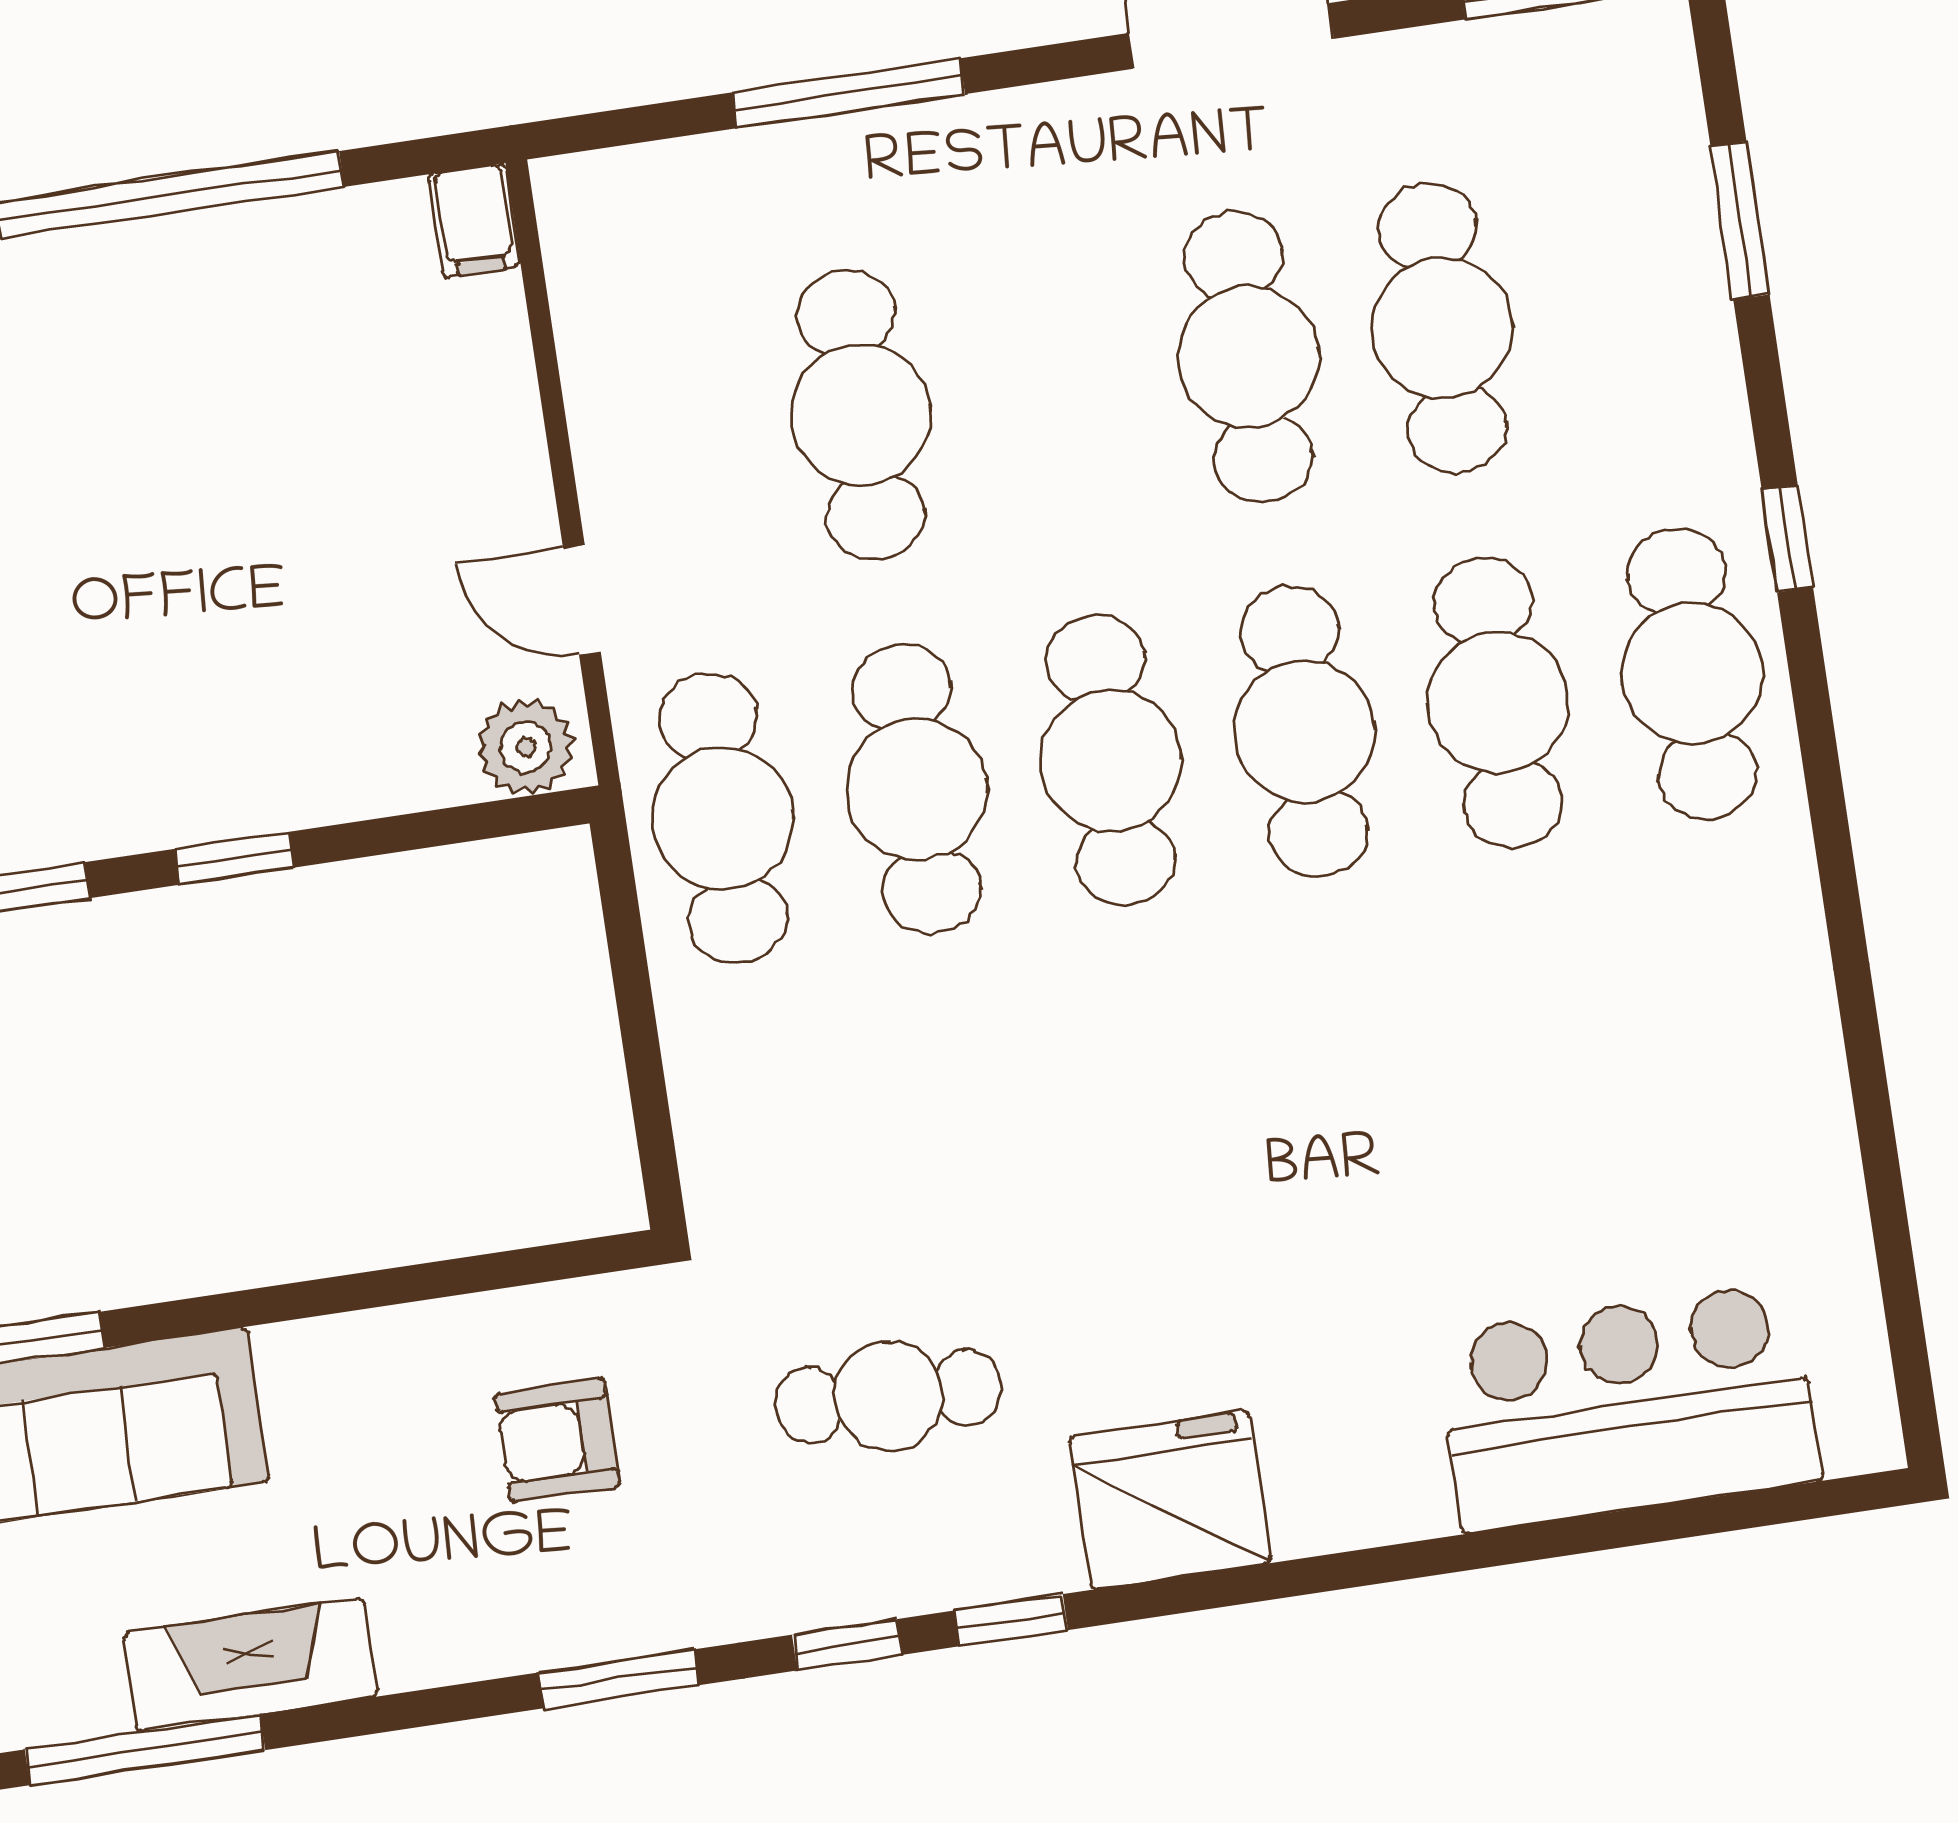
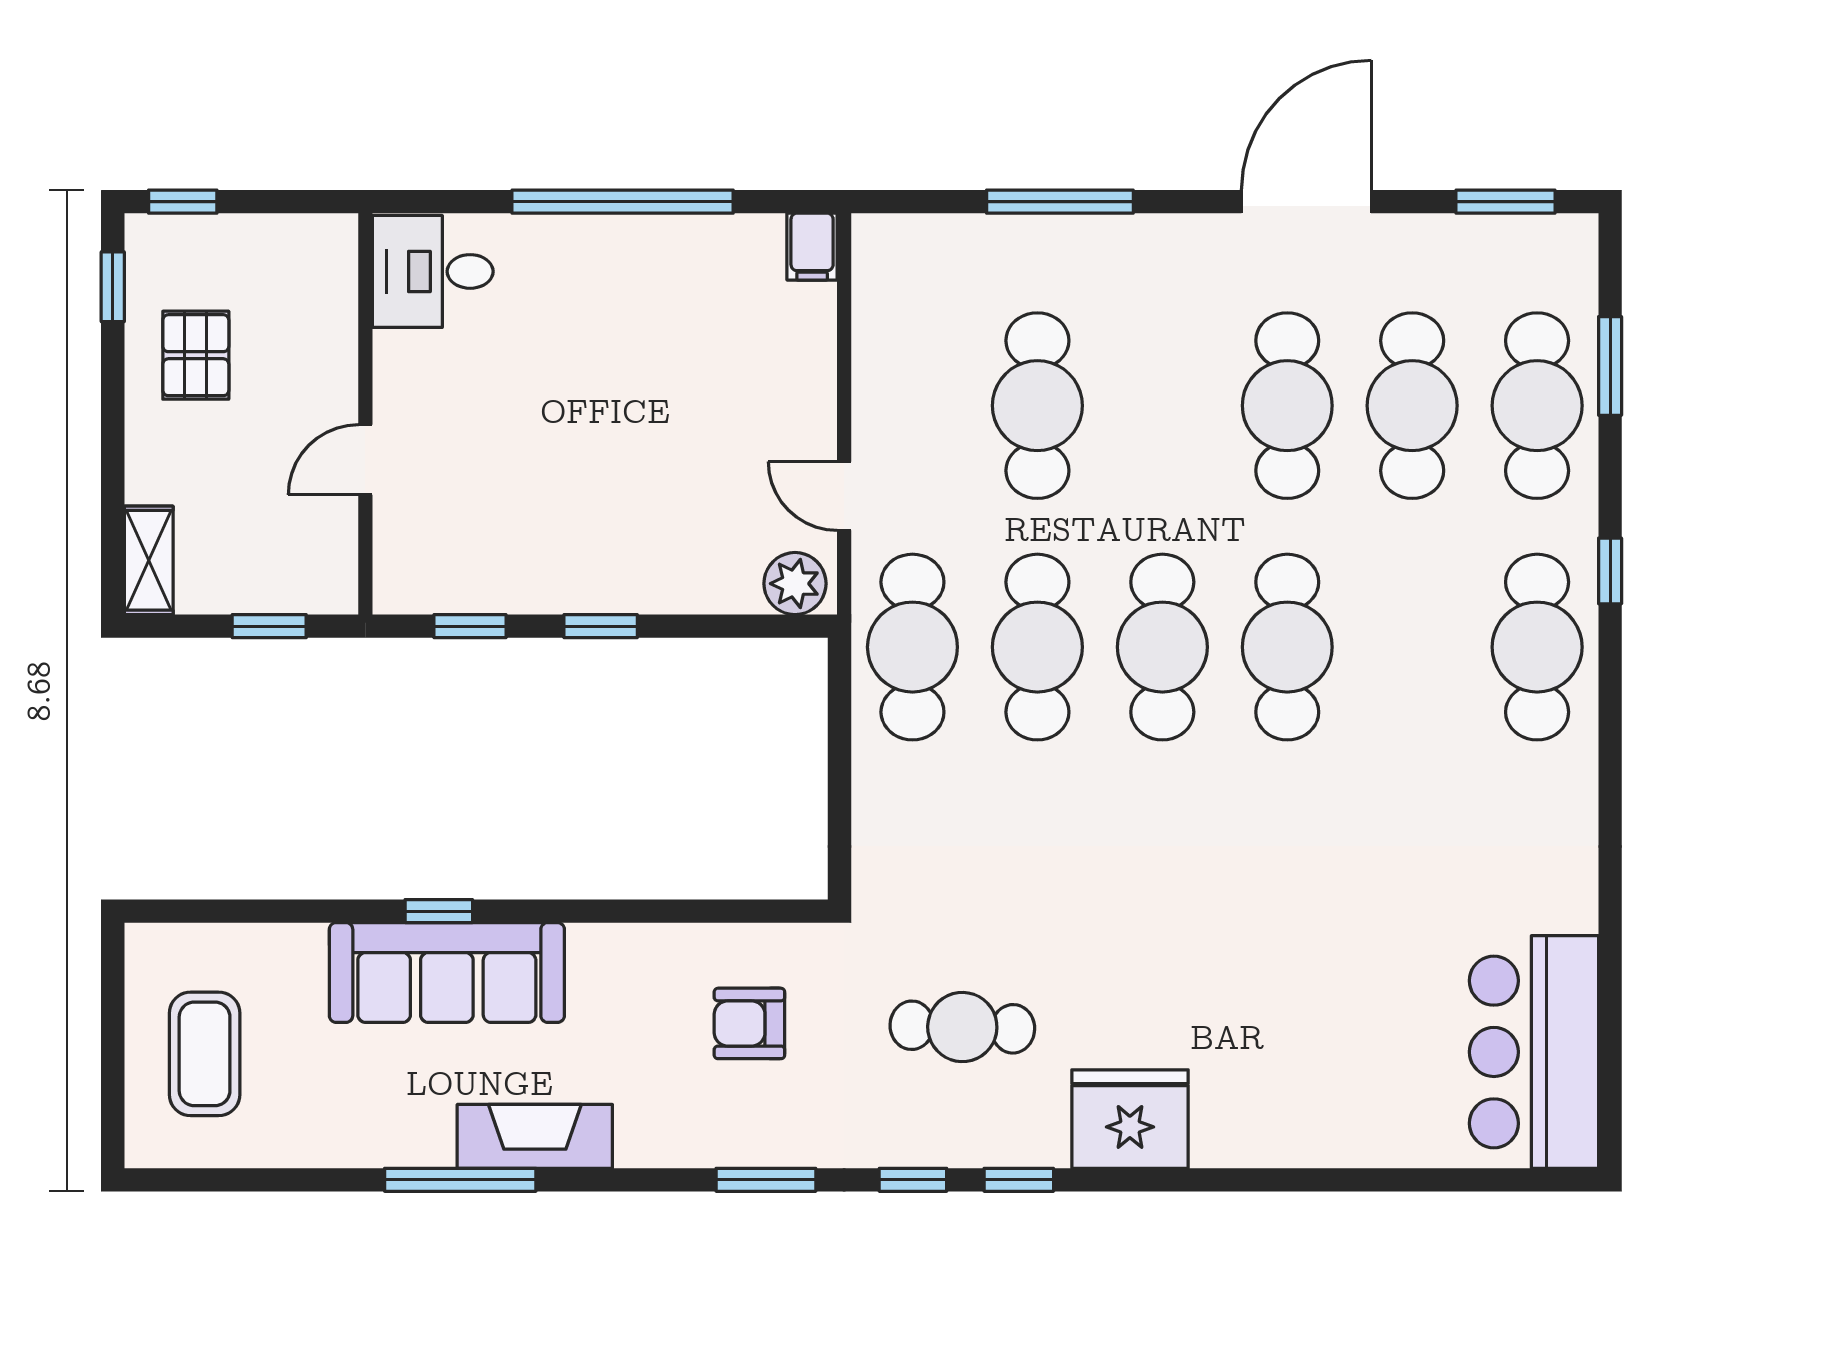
cafe table: (1498, 702) -> (1537, 406), moved
bar counter: (1628, 1407) -> (1534, 1052), moved, turned -90

